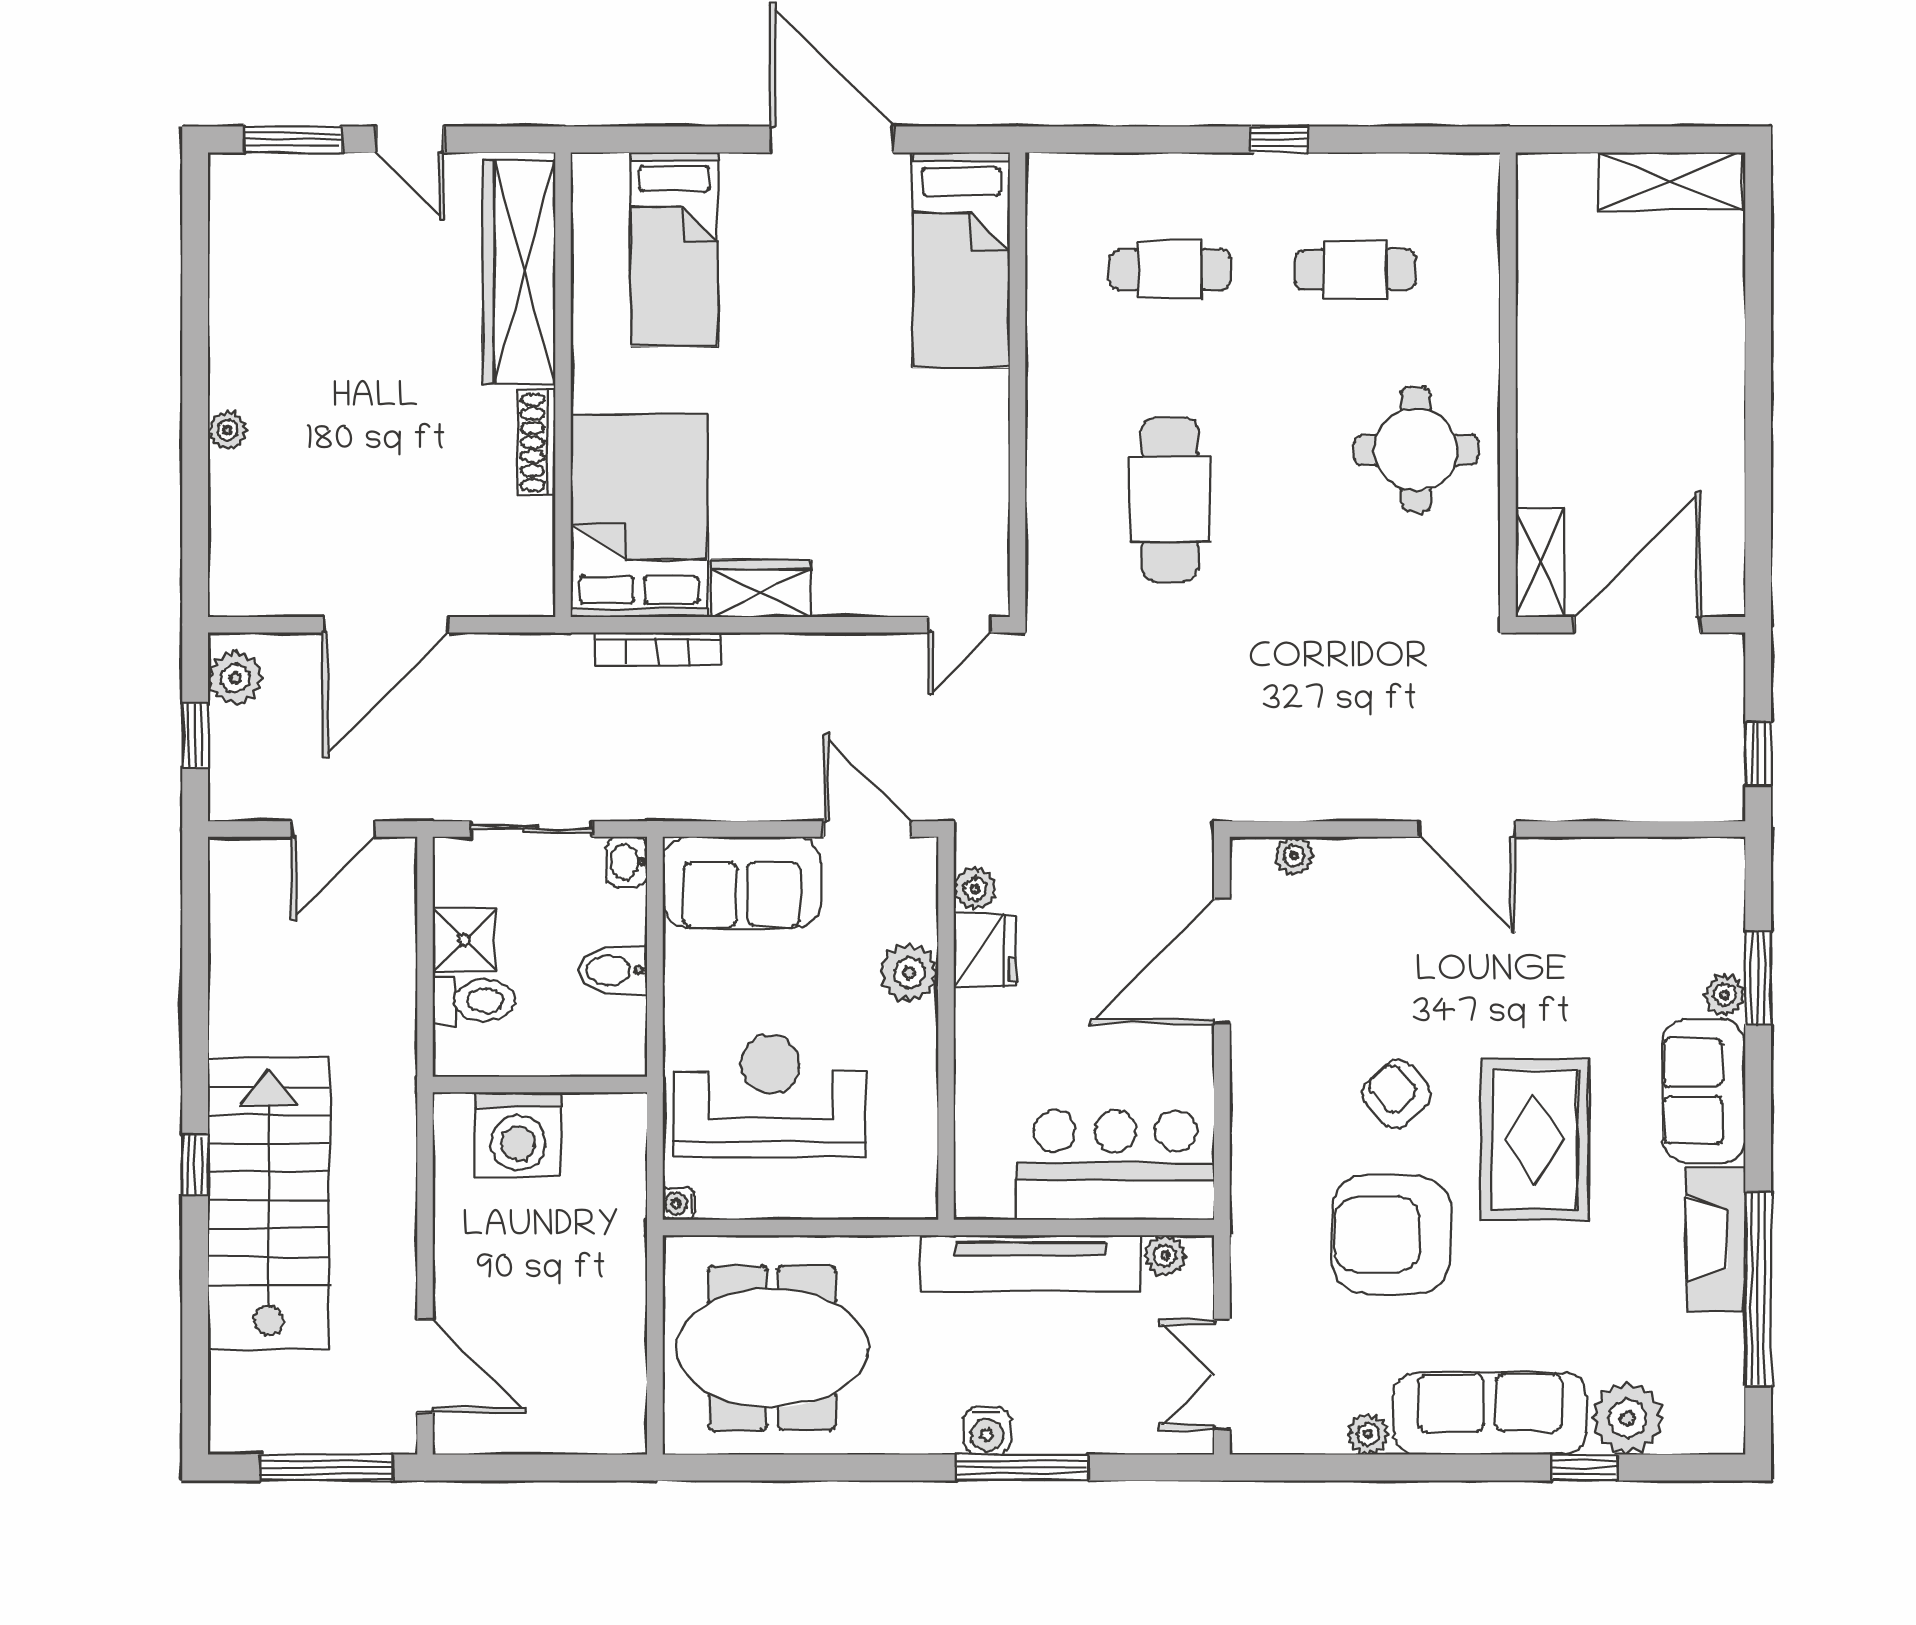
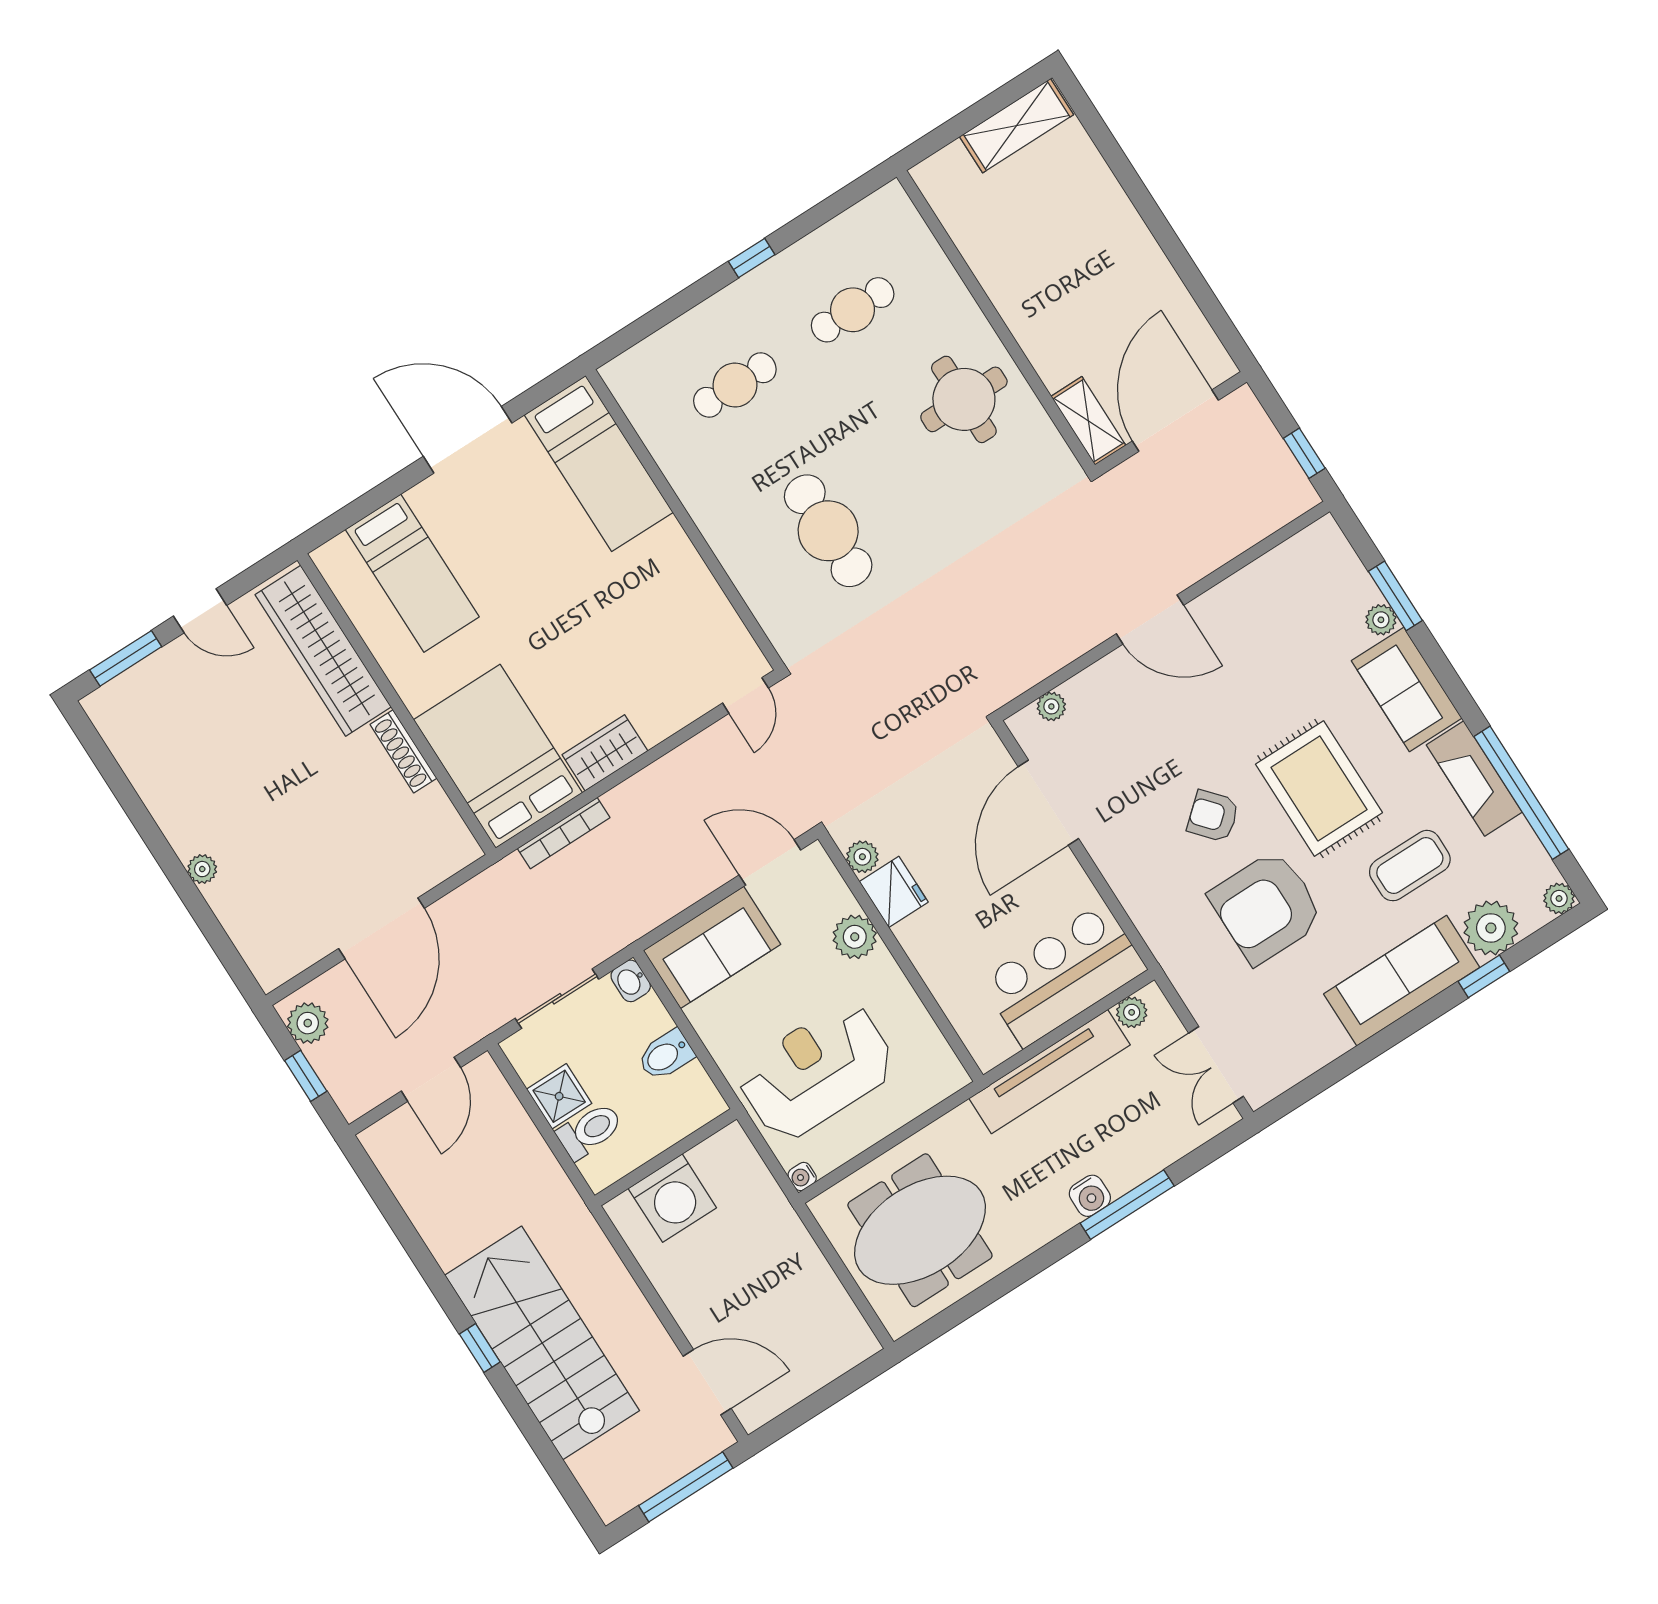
coffee table: (1581, 1290) -> (1410, 866), added
plant: (1368, 1434) -> (1559, 898), moved

